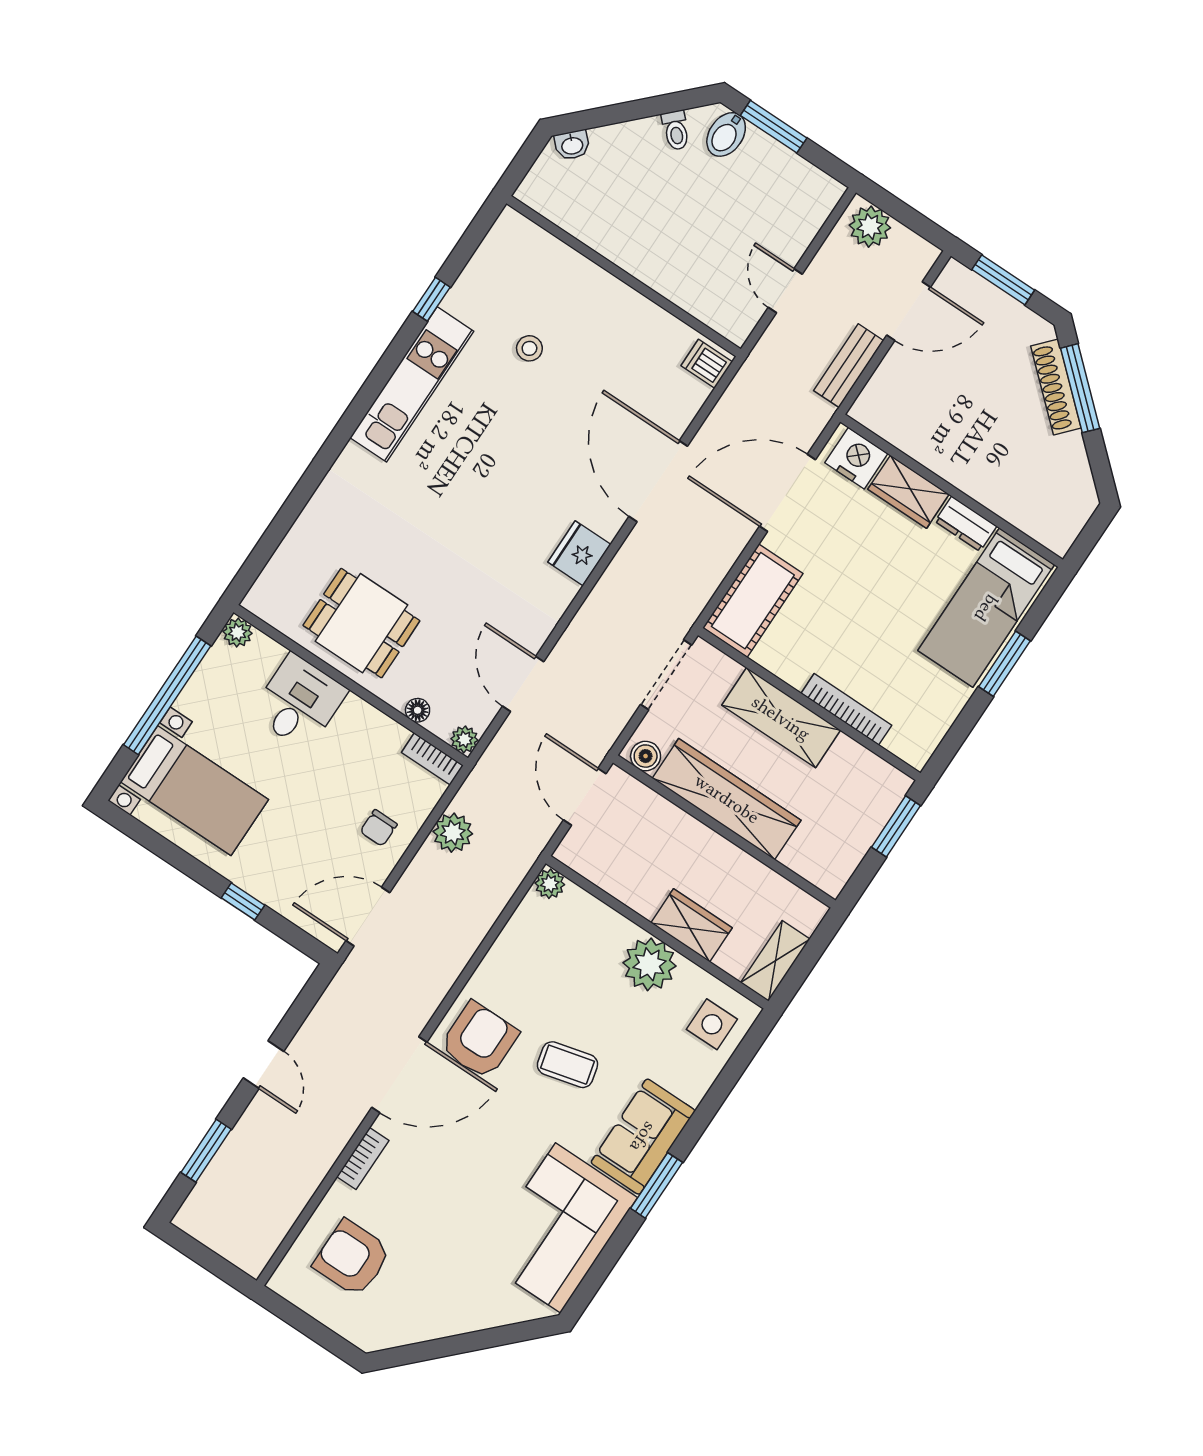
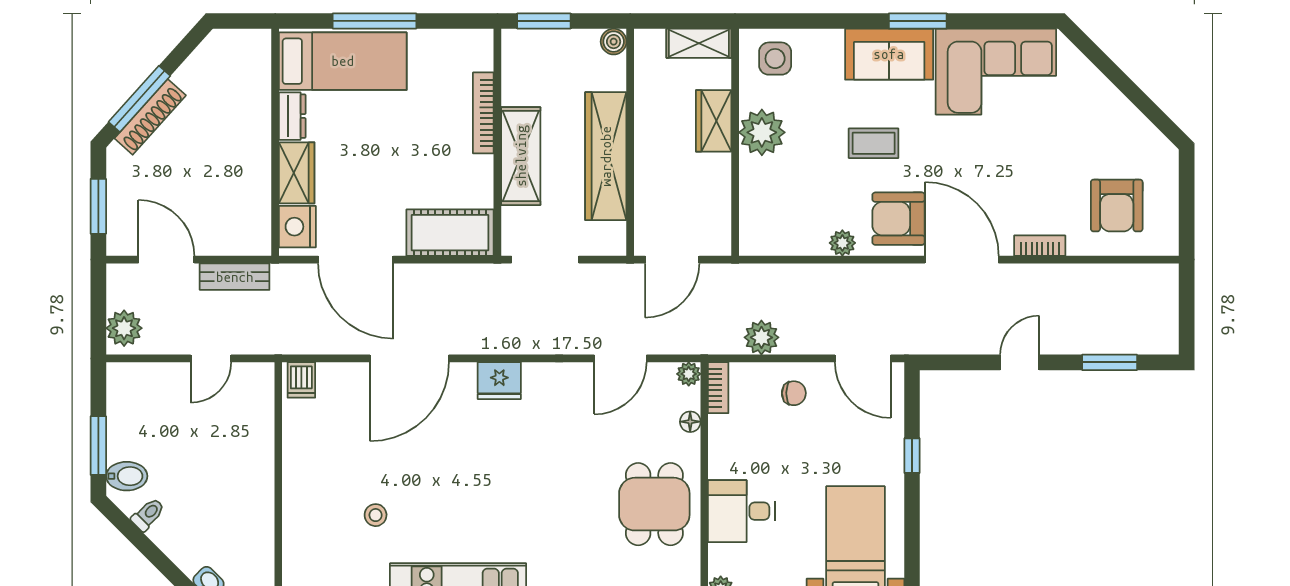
window: (1004, 664) -> (375, 21), width x1.44
boiler: (646, 756) -> (614, 42), moved
plant: (550, 884) -> (842, 243), moved
coffee table: (567, 1065) -> (874, 143), turned -76

